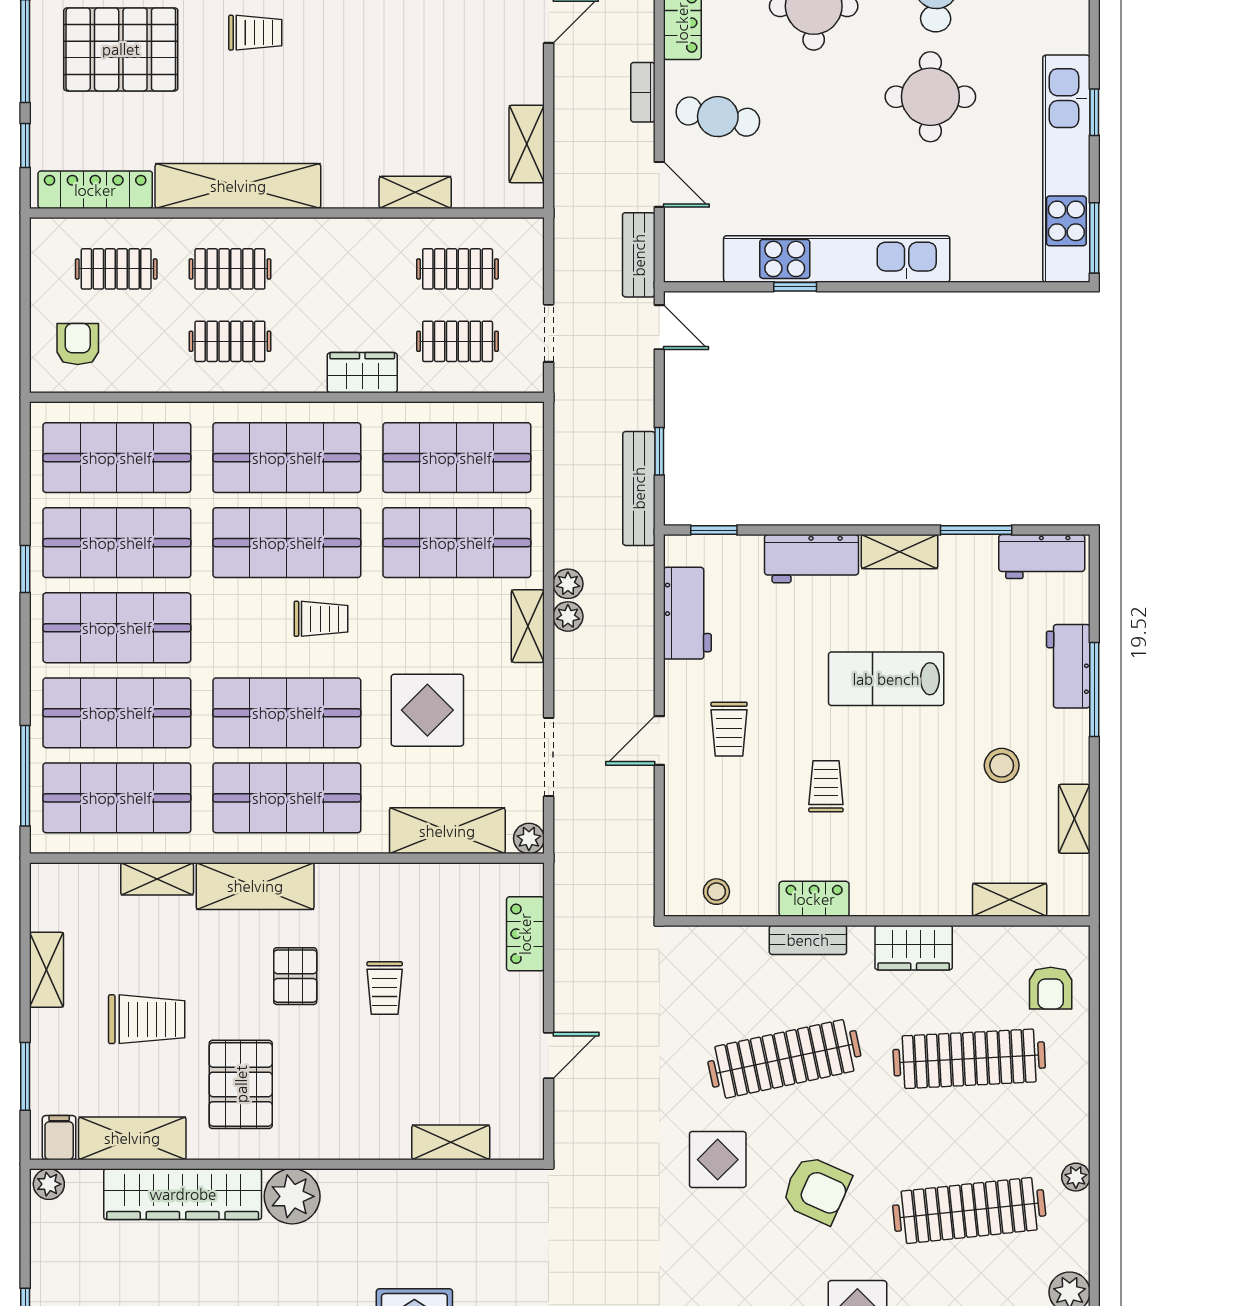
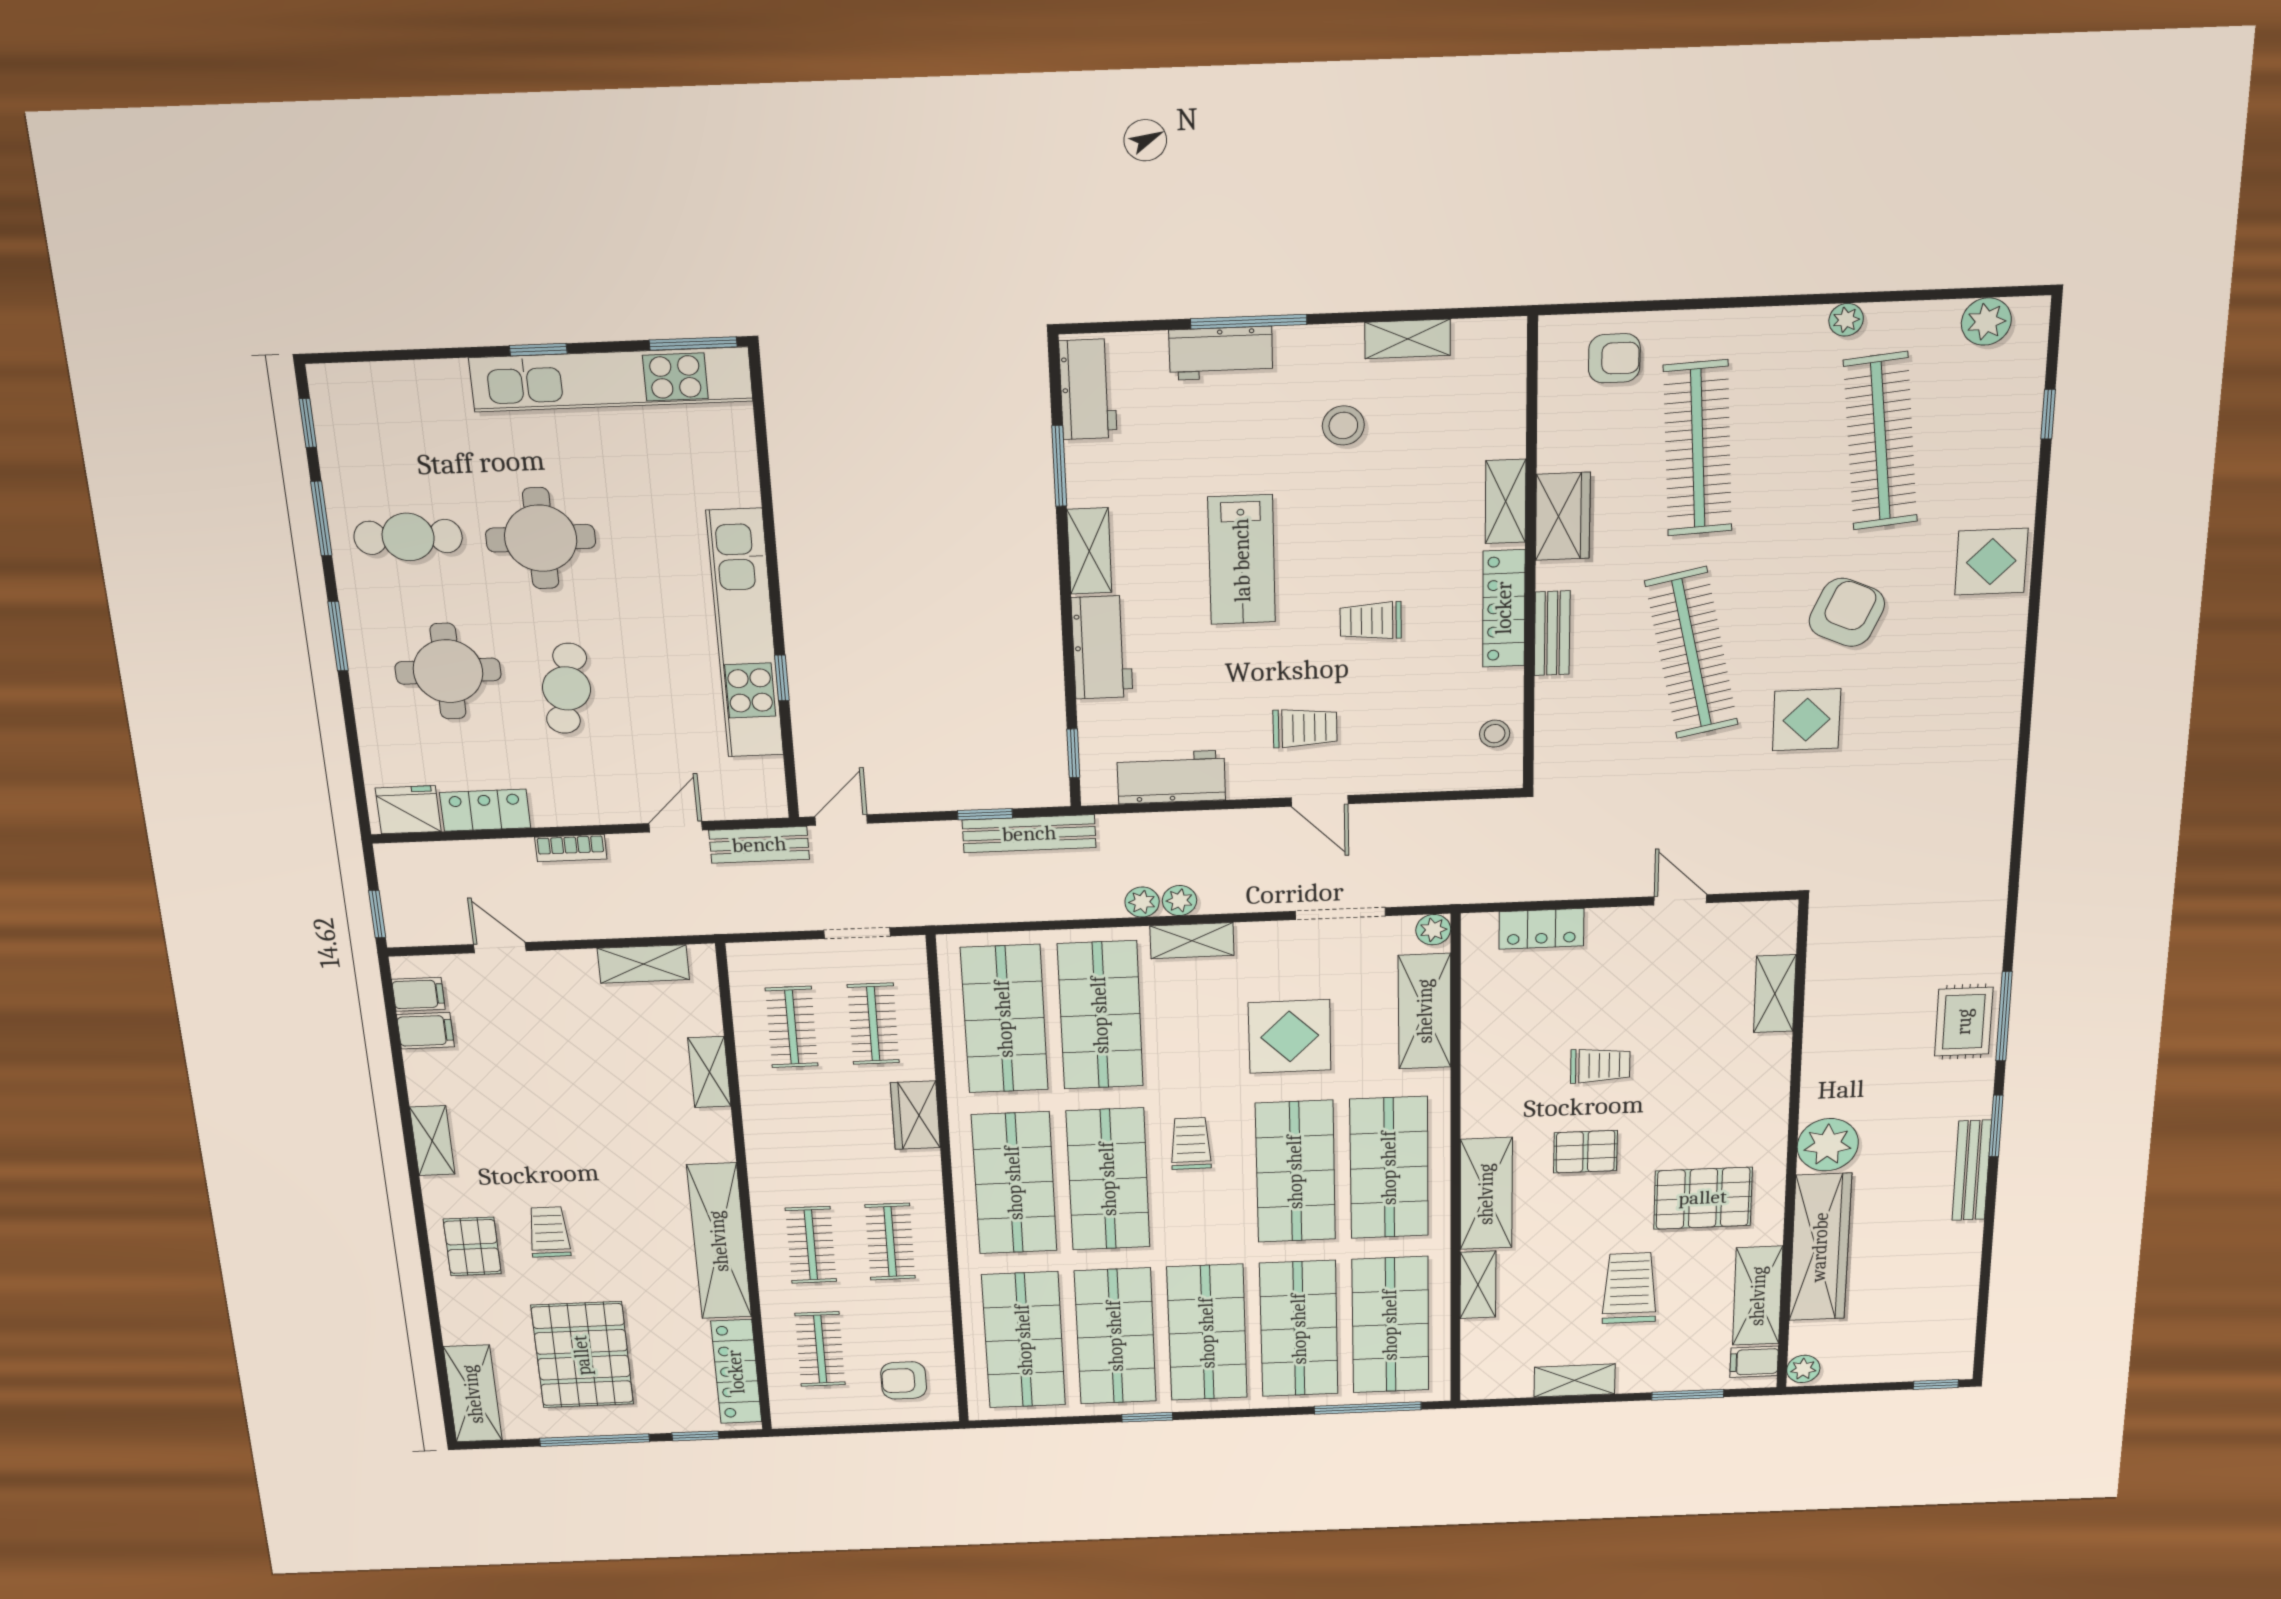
cafe table: (718, 117) -> (567, 688), moved
locker: (814, 899) -> (1504, 608), width x1.53
shelving: (1010, 900) -> (1506, 502), moved

